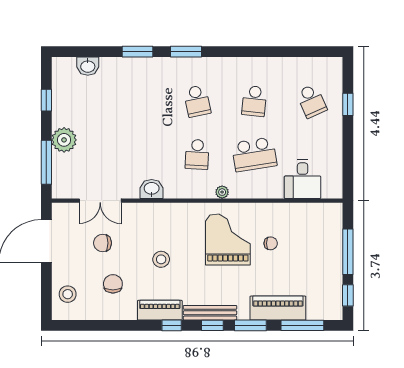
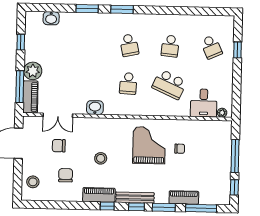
school desk: (254, 154) -> (169, 84), turned 33
piano: (62, 176) -> (30, 97), added
plant: (222, 192) -> (222, 113), moved
piano: (278, 308) -> (184, 197), width x0.73, depth x0.75

